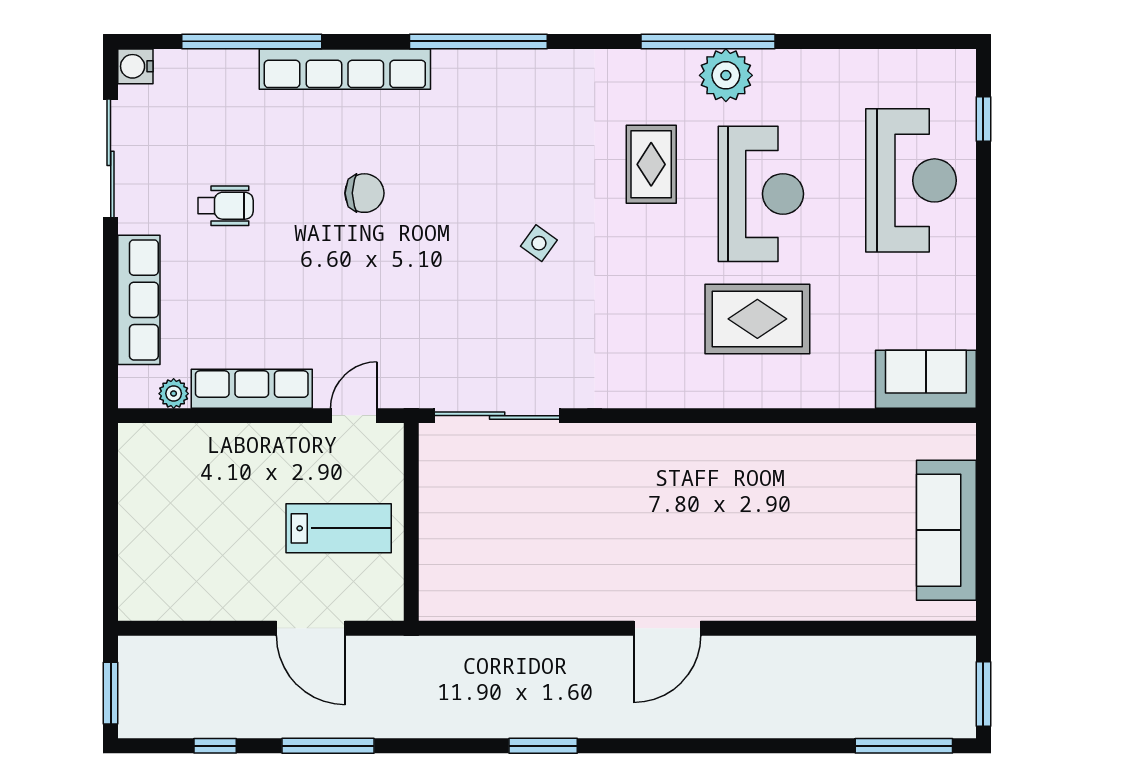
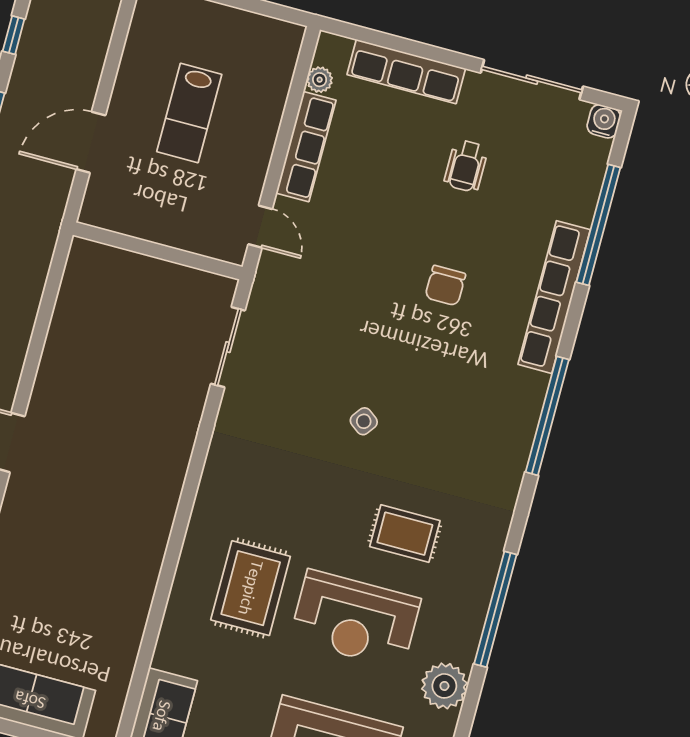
plant: (726, 75) -> (444, 686), moved
sliding door: (497, 416) -> (228, 347), width x0.73
lab bench: (339, 528) -> (189, 113), moved

